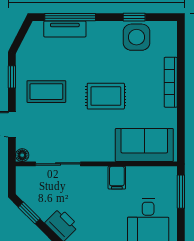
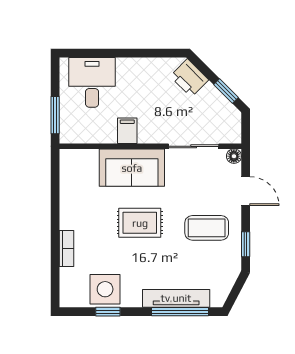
tv unit: (65, 29) -> (176, 298), width x1.41
bookcase: (171, 82) -> (67, 248), width x0.64
sofa: (144, 145) -> (132, 168), moved

